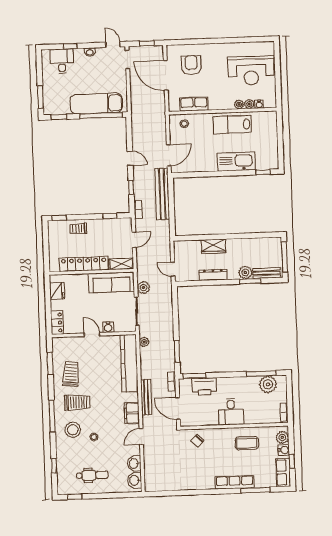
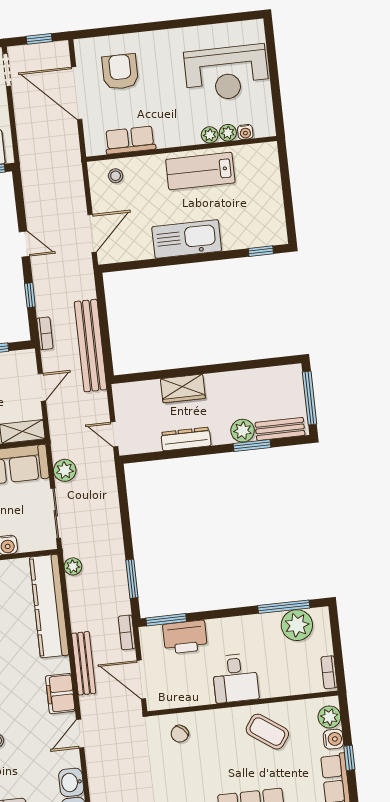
kitchen sink: (236, 162) -> (187, 239), moved
bench: (162, 194) -> (91, 346), moved
coffee table: (247, 443) -> (267, 732), turned 35

